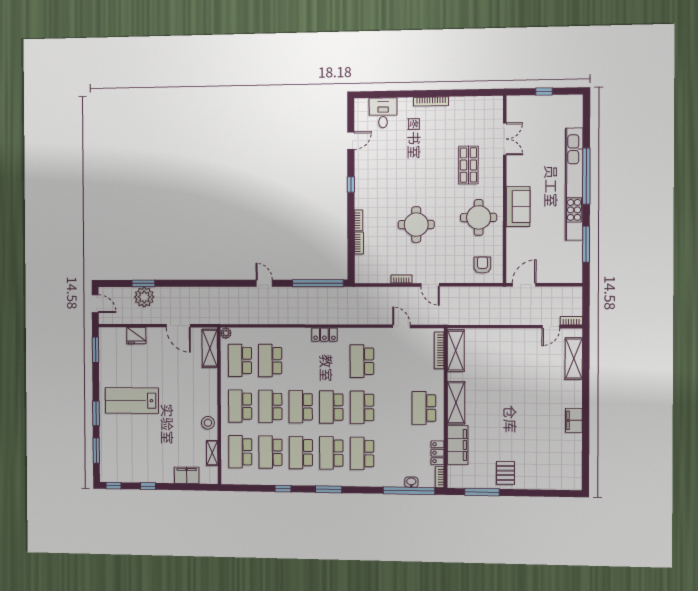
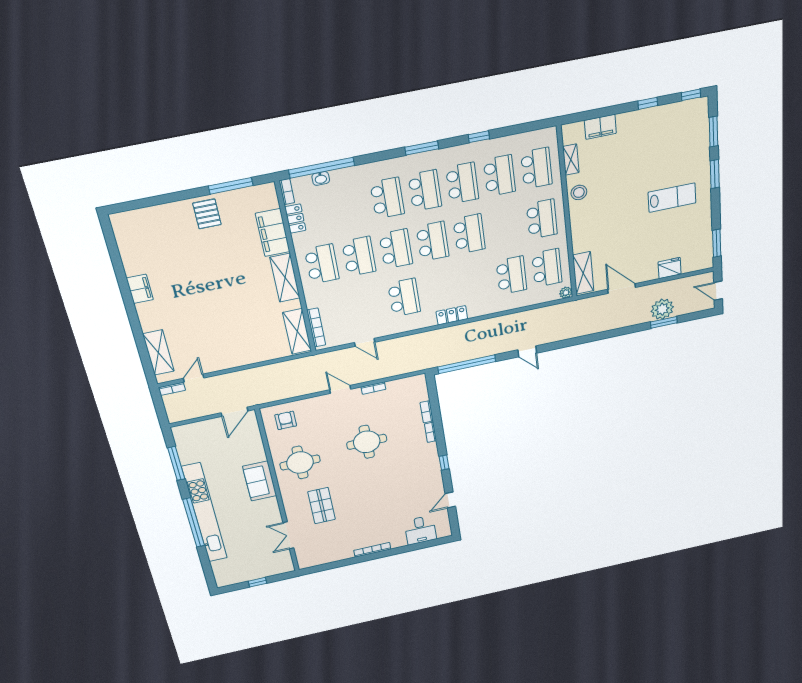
armchair: (482, 265) -> (286, 420), turned 180
lab bench: (132, 401) -> (672, 198), width x0.73, depth x0.72
school desk: (270, 406) -> (359, 256), moved

